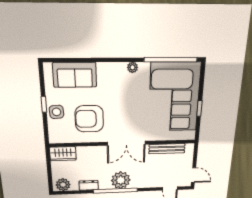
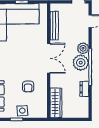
armchair: (89, 119) -> (28, 87), width x0.53, depth x0.53
wardrobe: (63, 154) -> (56, 103), width x1.50
plant: (63, 185) -> (83, 48), moved

